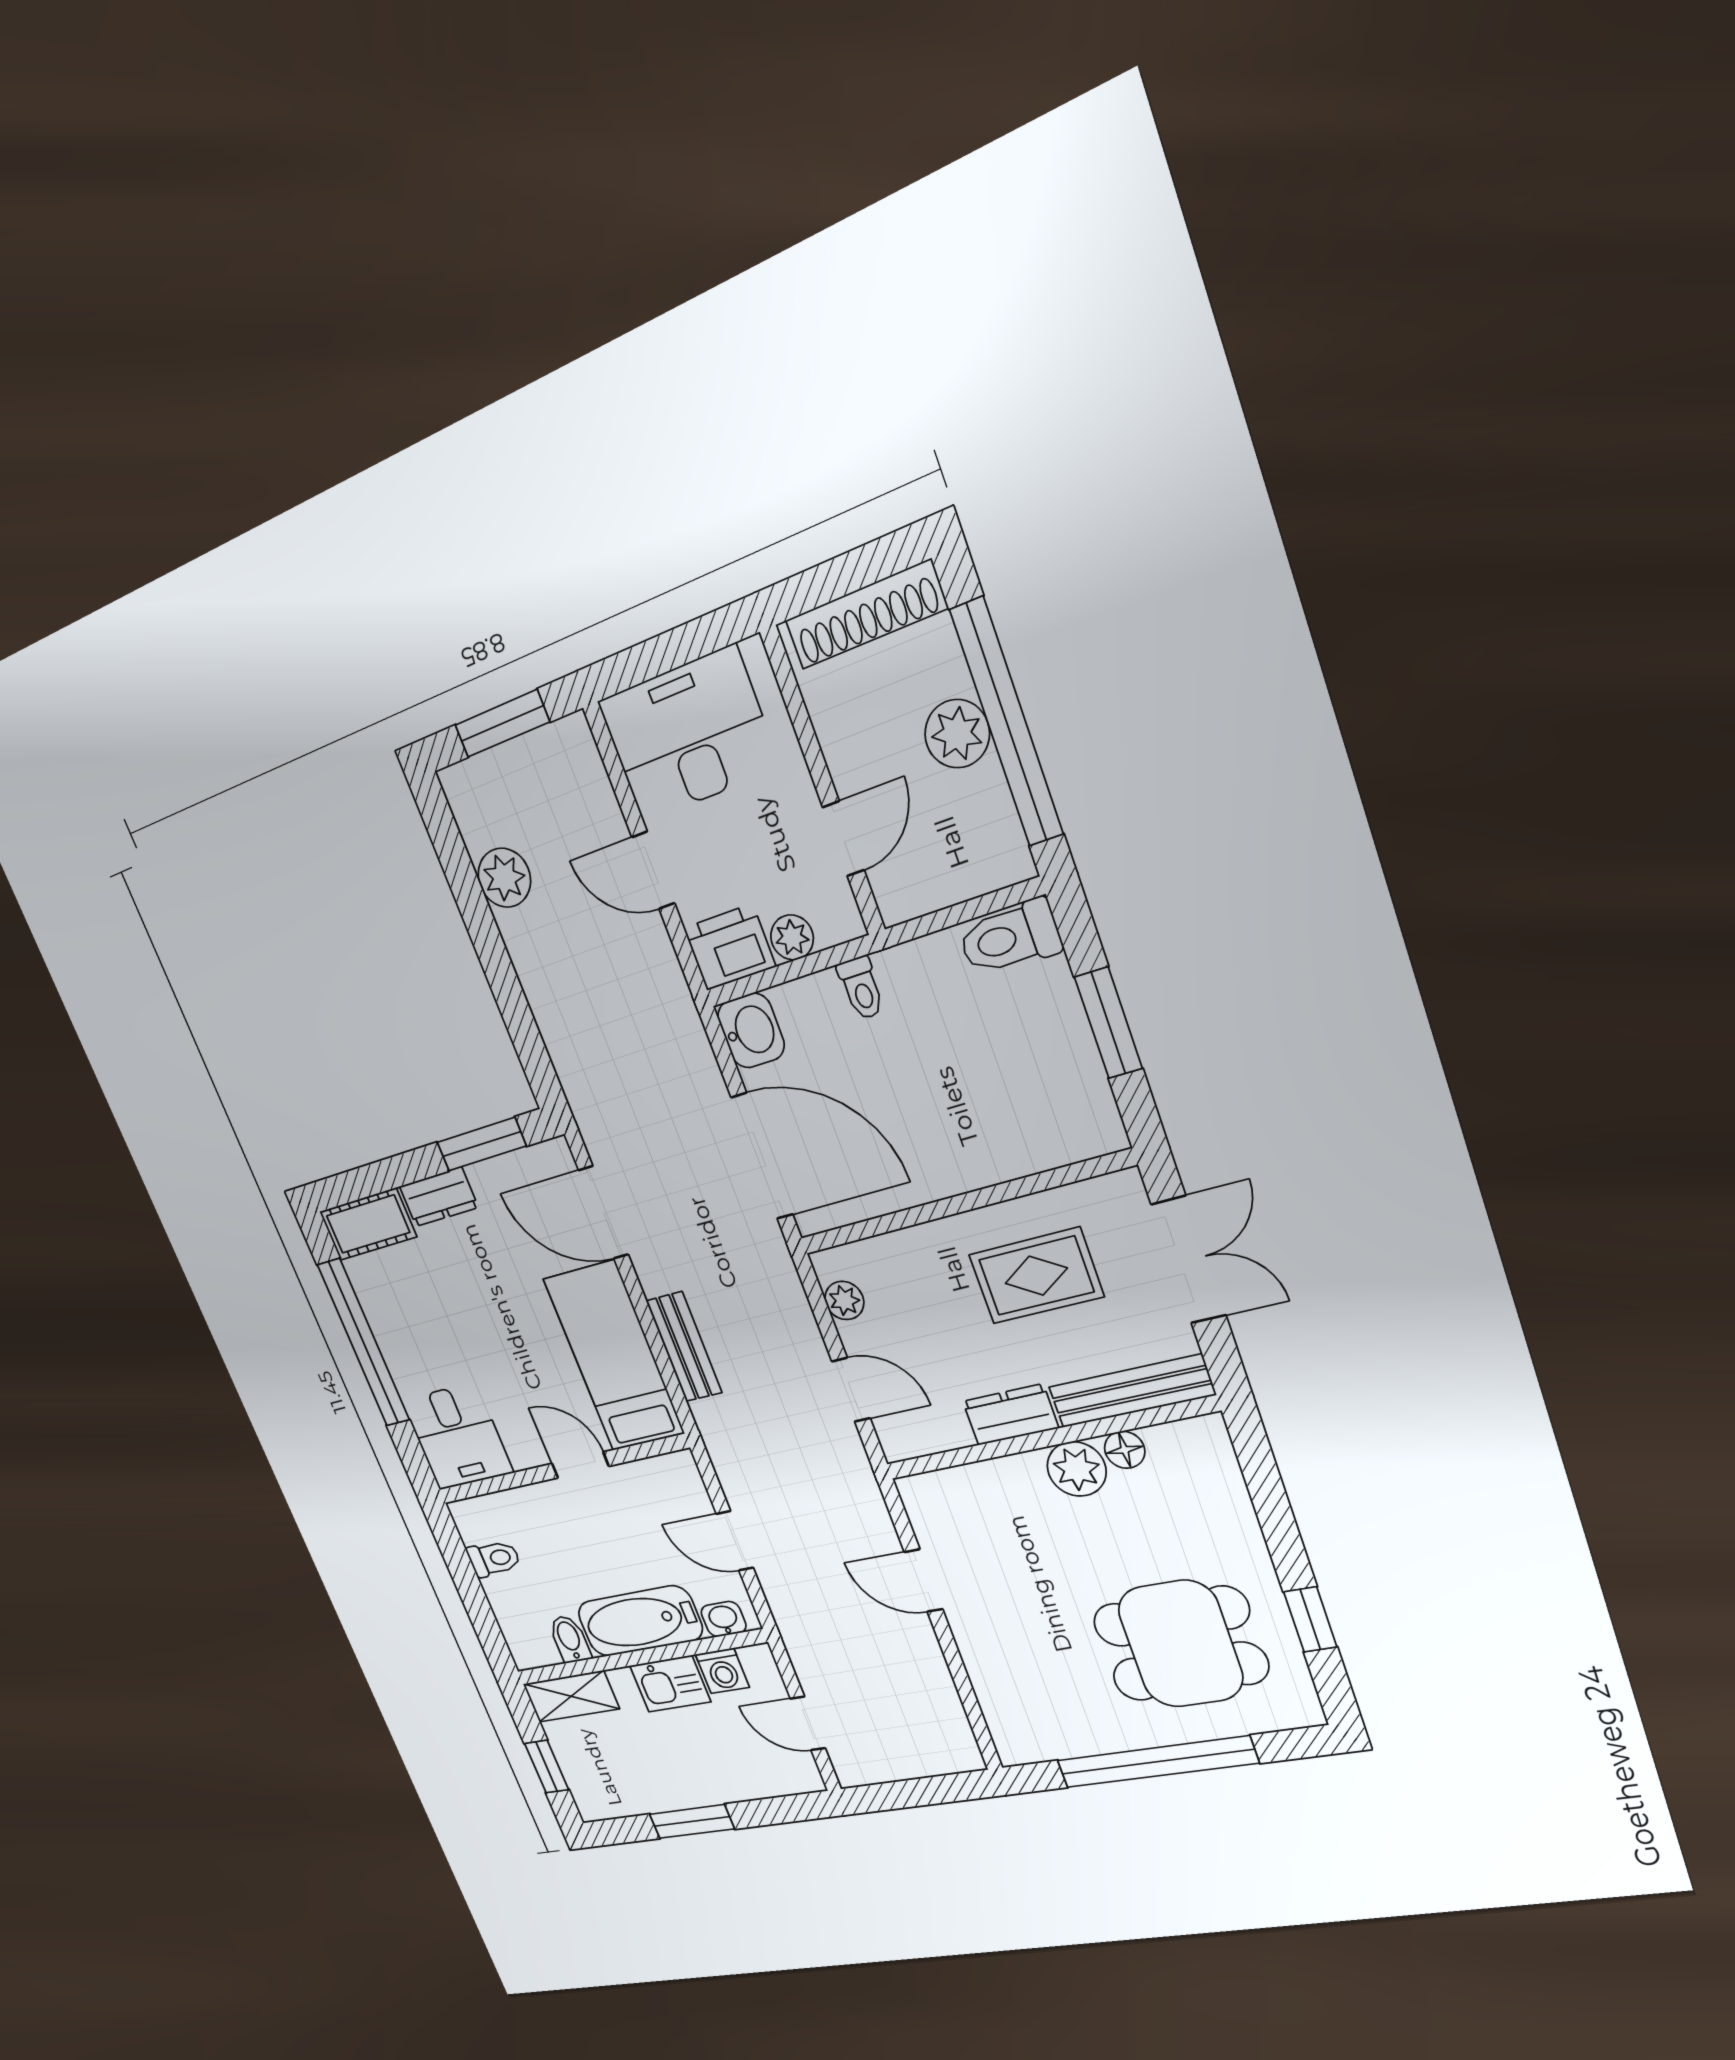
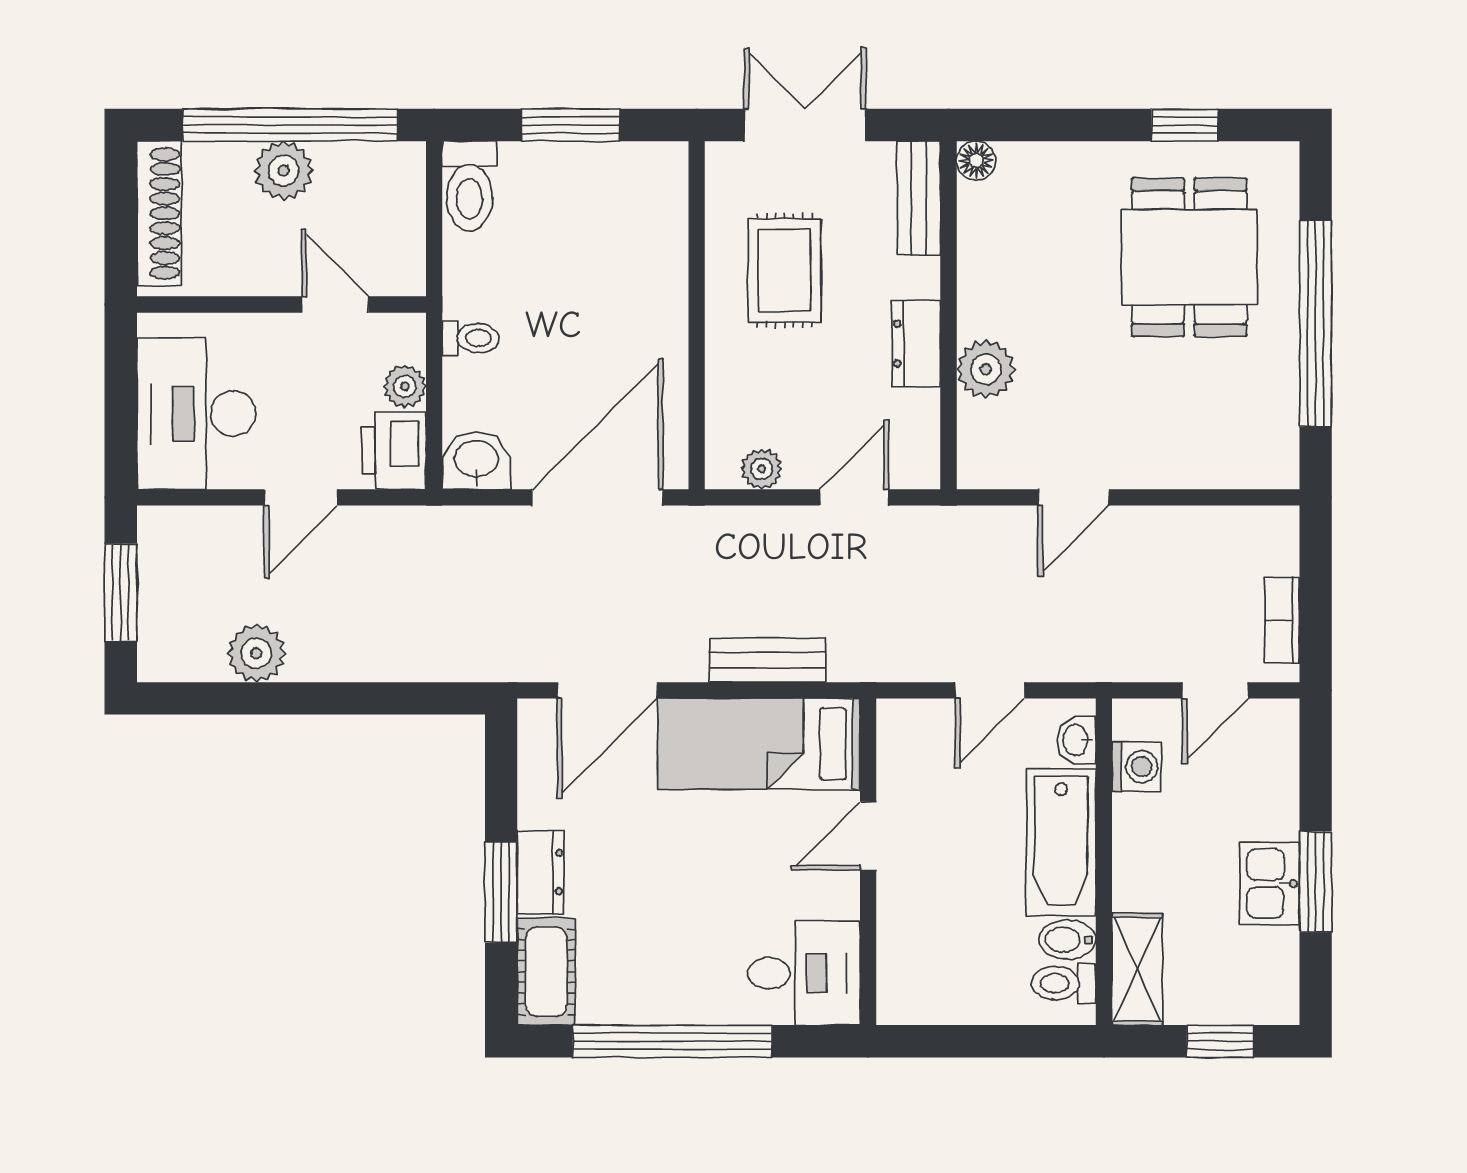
window: (482, 1144) -> (501, 892), moved
bench: (1132, 1391) -> (919, 198), width x0.73
floor lamp: (1125, 1450) -> (976, 161), moved
plant: (1077, 1469) -> (986, 369), moved
toilet: (494, 1559) -> (1064, 983), moved, turned -90
kitchen sink: (670, 1684) -> (1270, 884), moved, turned 180
bookcase: (886, 1769) -> (1282, 620), added

